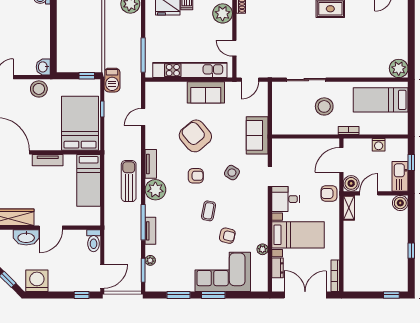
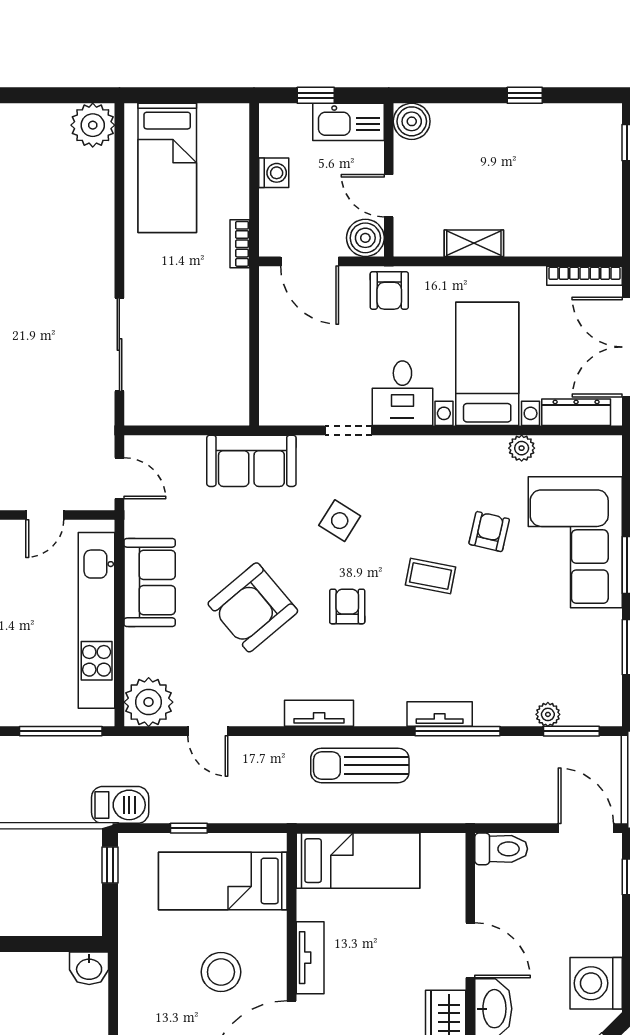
stool: (39, 89) -> (221, 972), moved
stool: (324, 106) -> (183, 302), removed
bed: (80, 123) -> (223, 881), width x0.67
plant: (155, 190) -> (149, 702), moved
shelving: (349, 208) -> (474, 243), moved
tv unit: (150, 231) -> (440, 714), moved
dresser: (278, 268) -> (576, 412), width x1.44

